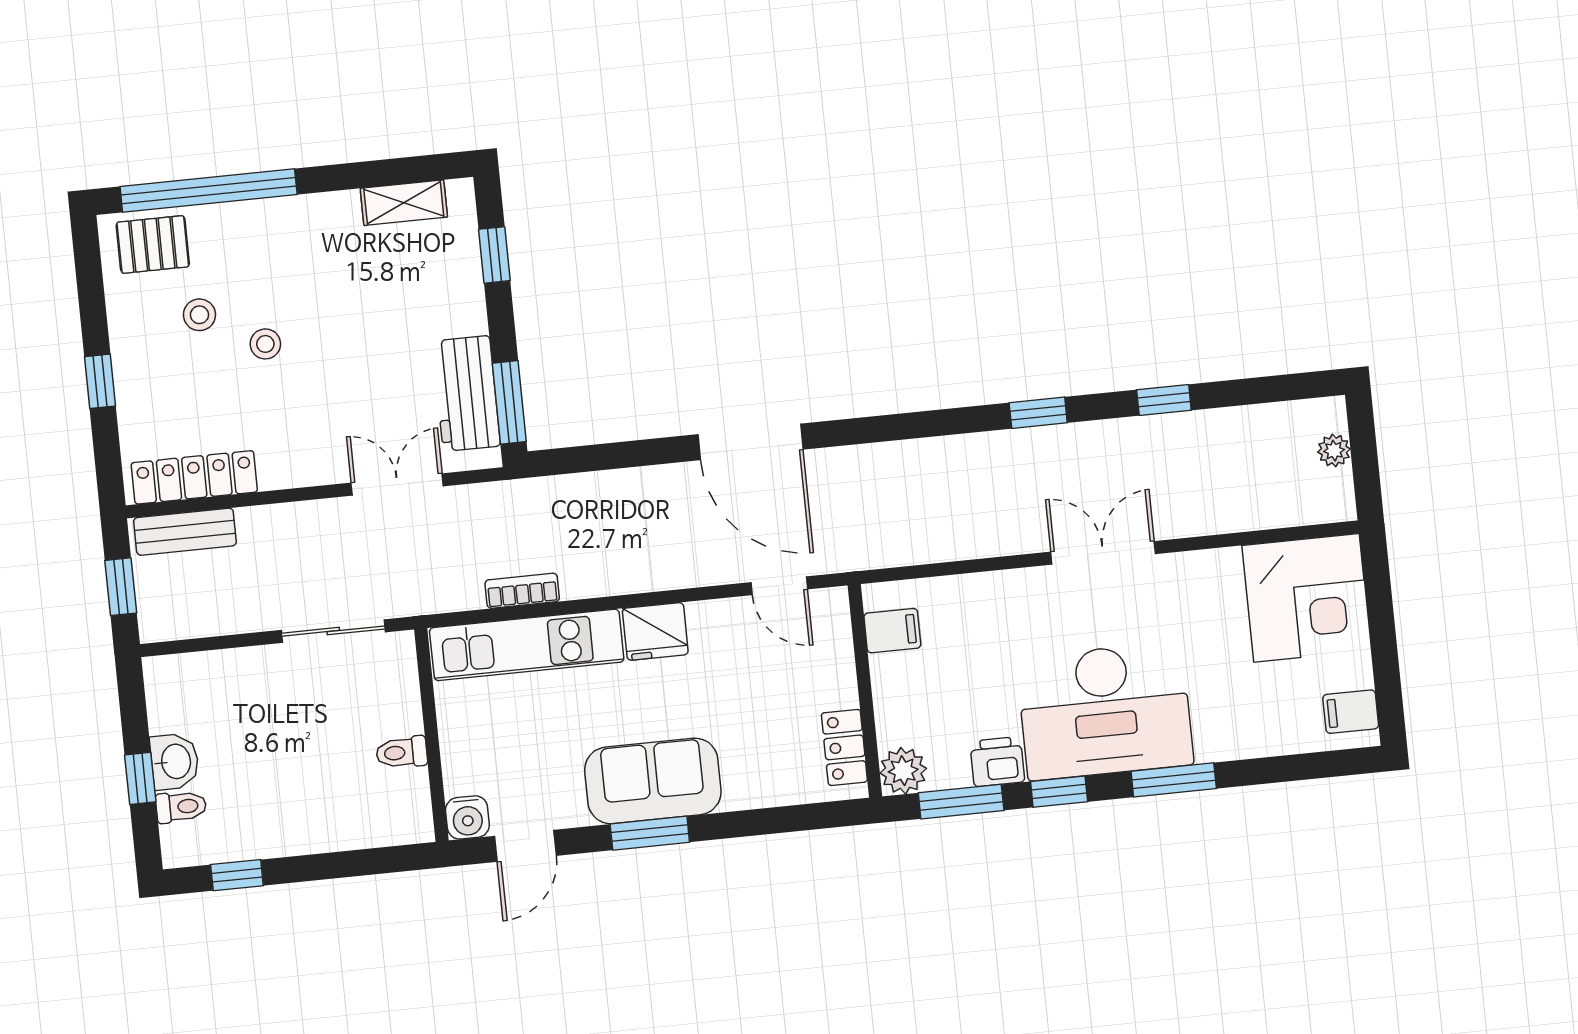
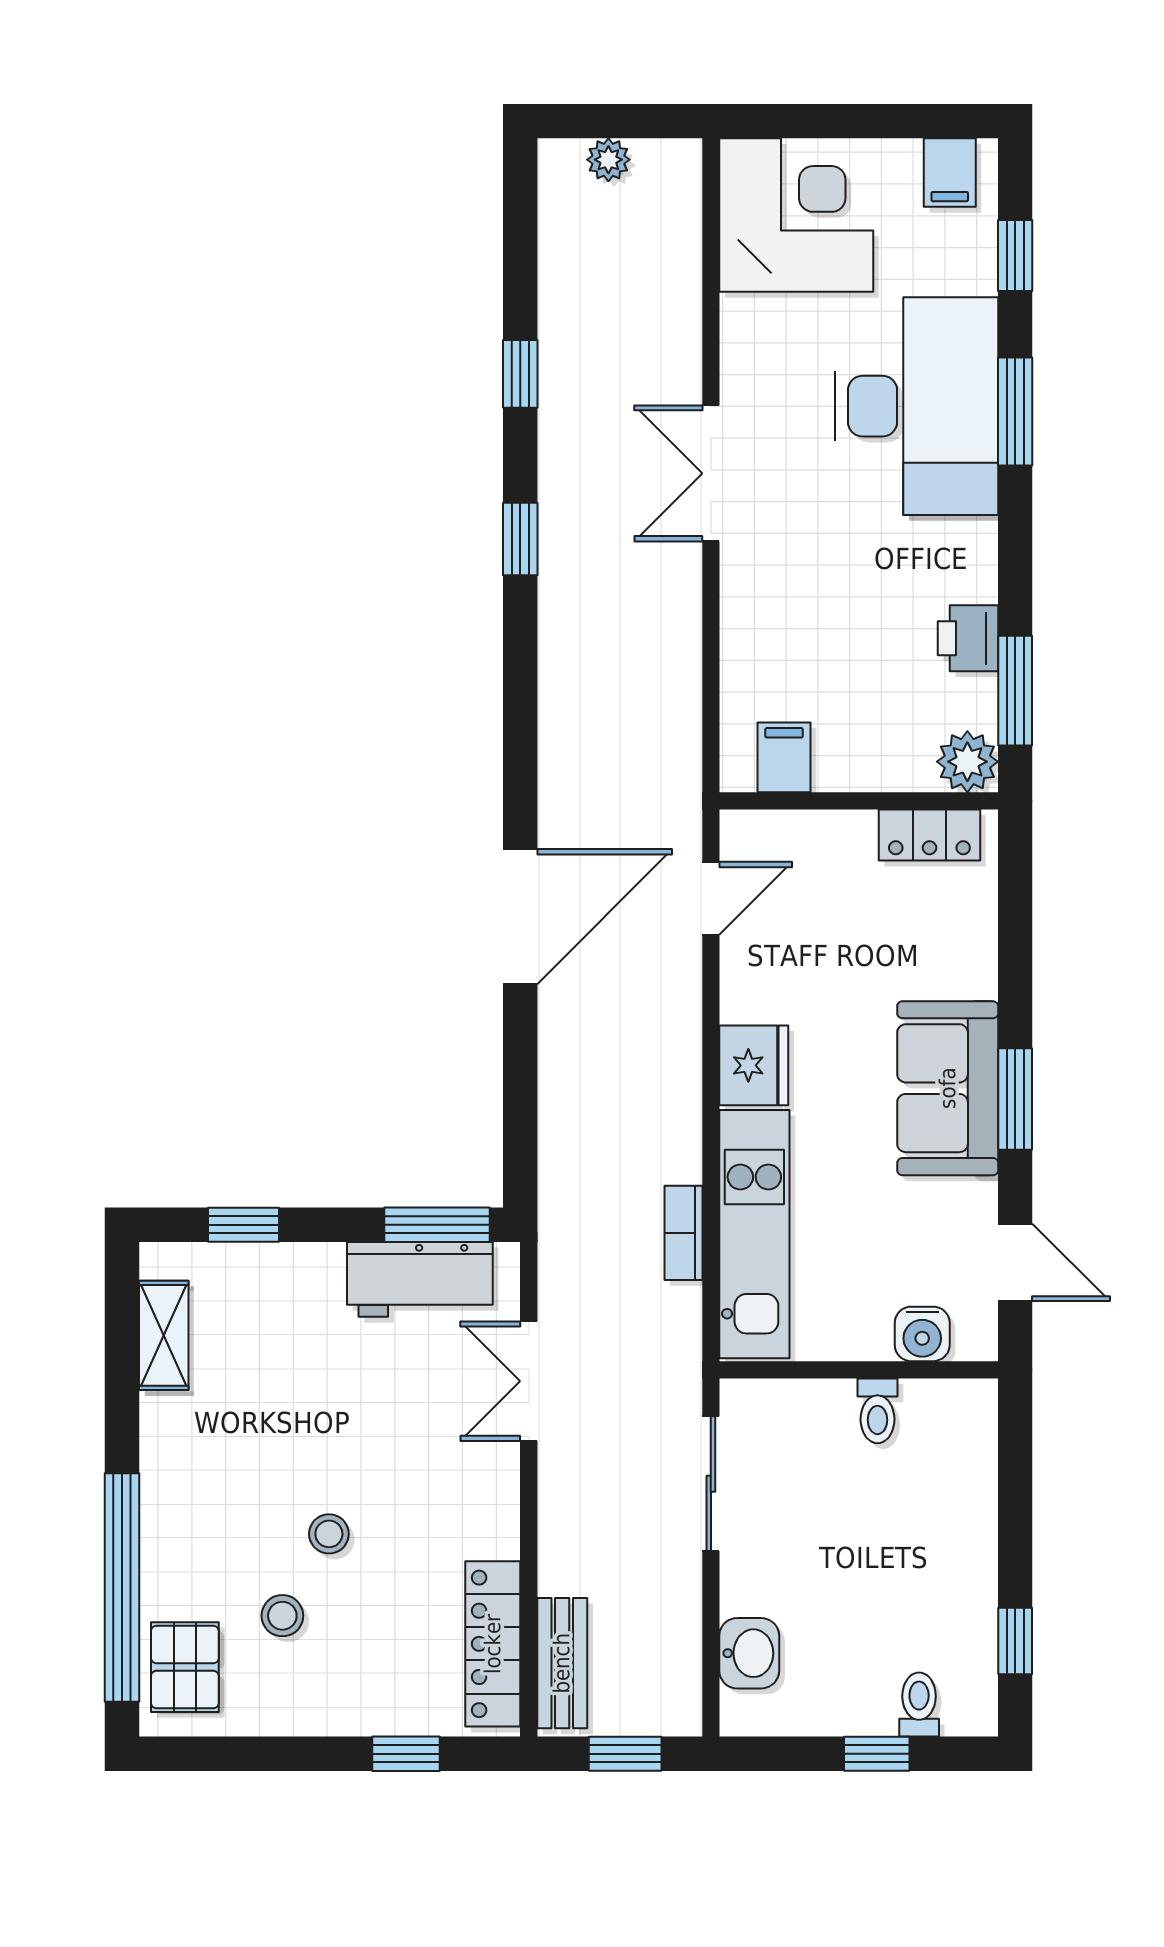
window: (100, 381) -> (406, 1754), moved
desk: (1105, 711) -> (917, 406), moved
washbasin: (175, 762) -> (749, 1653), moved, turned 90
window: (1059, 792) -> (1015, 256), moved
water cooler: (467, 817) -> (922, 1334), moved, turned 90

